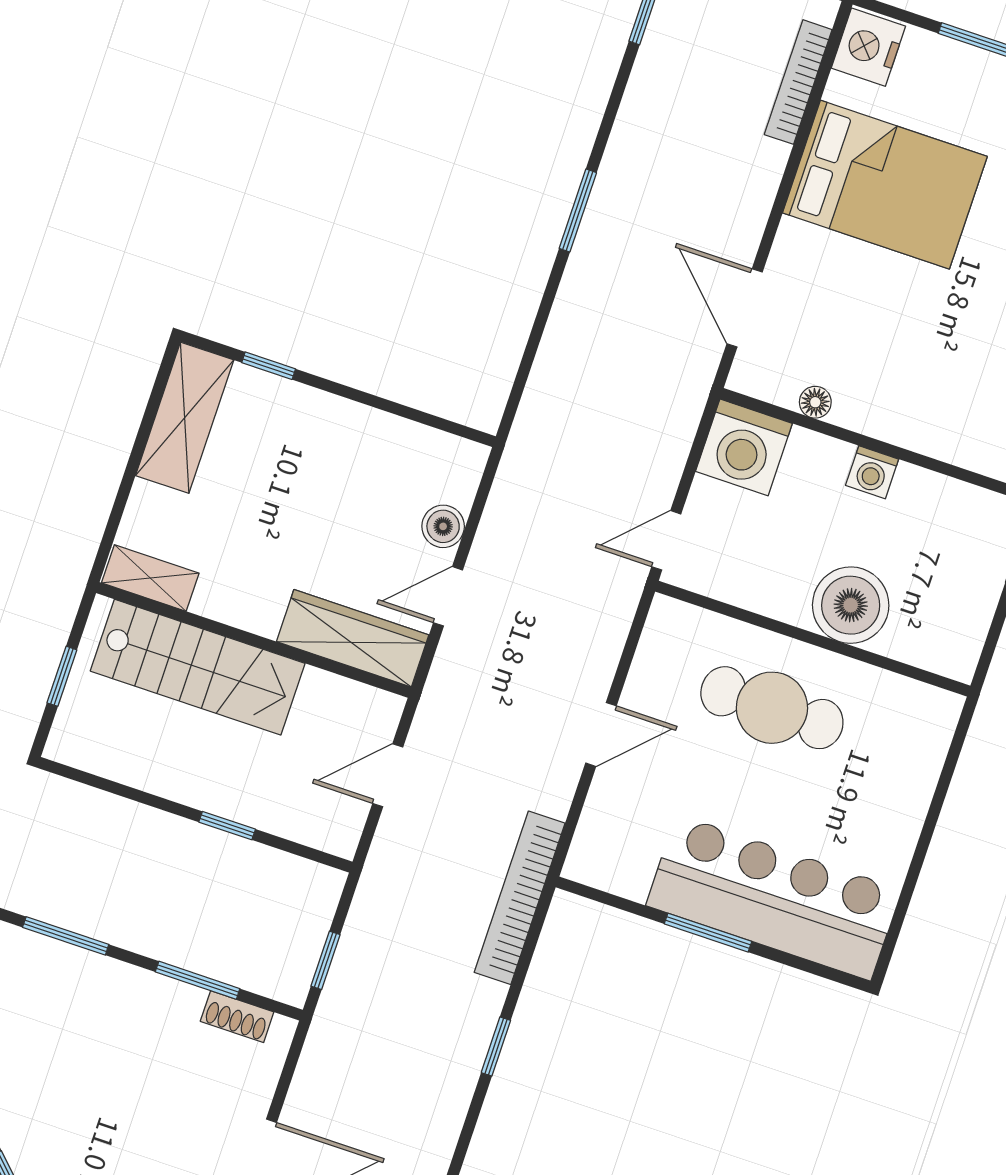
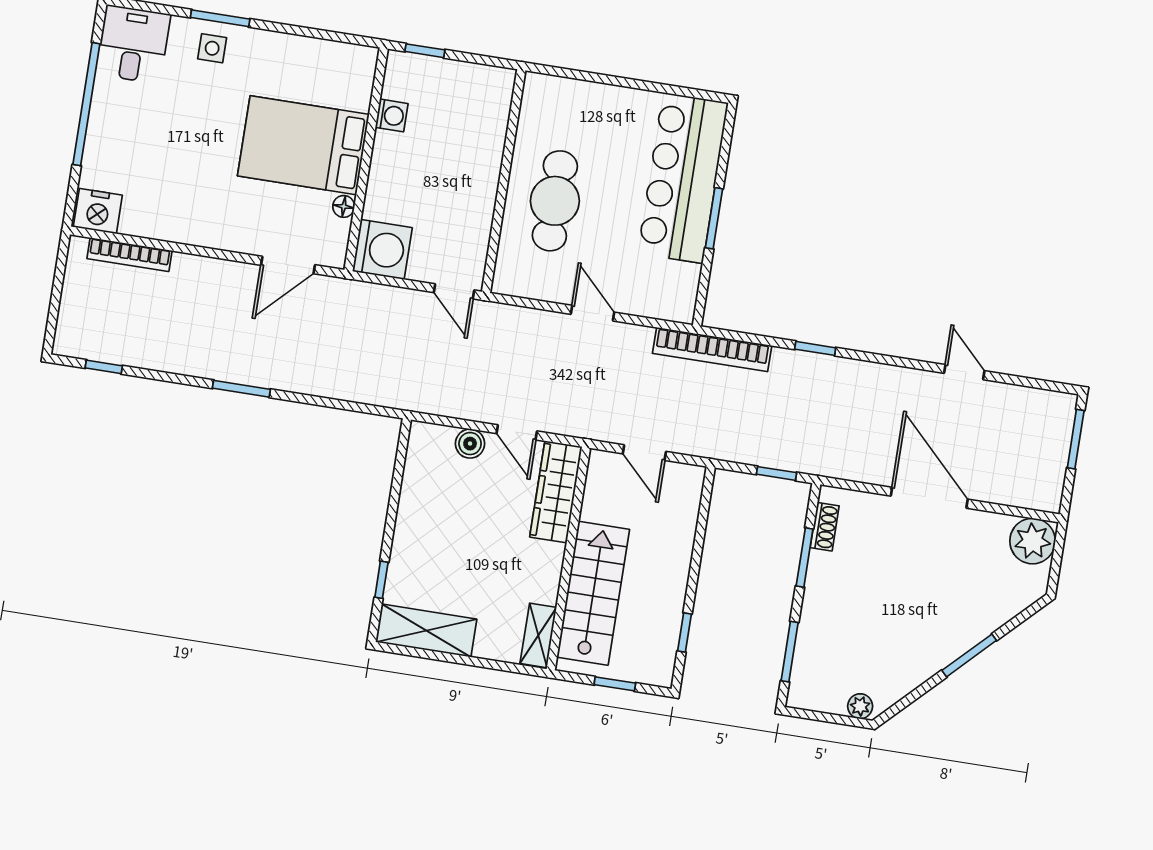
bed: (885, 185) -> (303, 145), moved, turned -90
washing machine: (872, 472) -> (392, 115), moved
boiler: (851, 605) -> (477, 159), removed
window: (227, 826) -> (685, 632), moved

